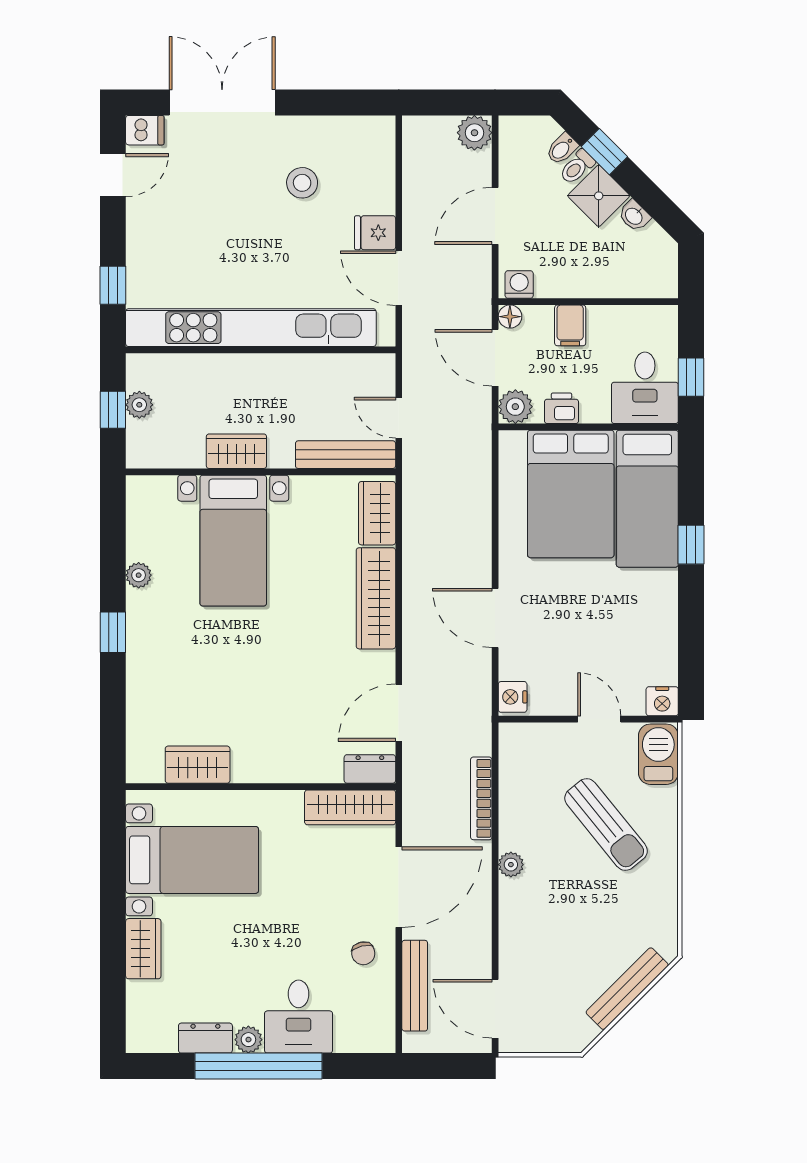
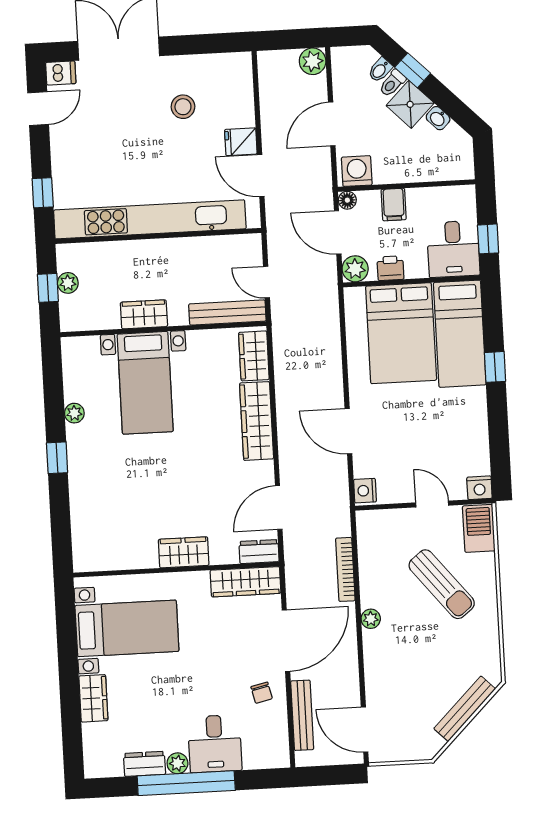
washing machine: (519, 284) -> (357, 171), width x1.38, depth x1.38
wardrobe: (198, 765) -> (184, 552), moved

